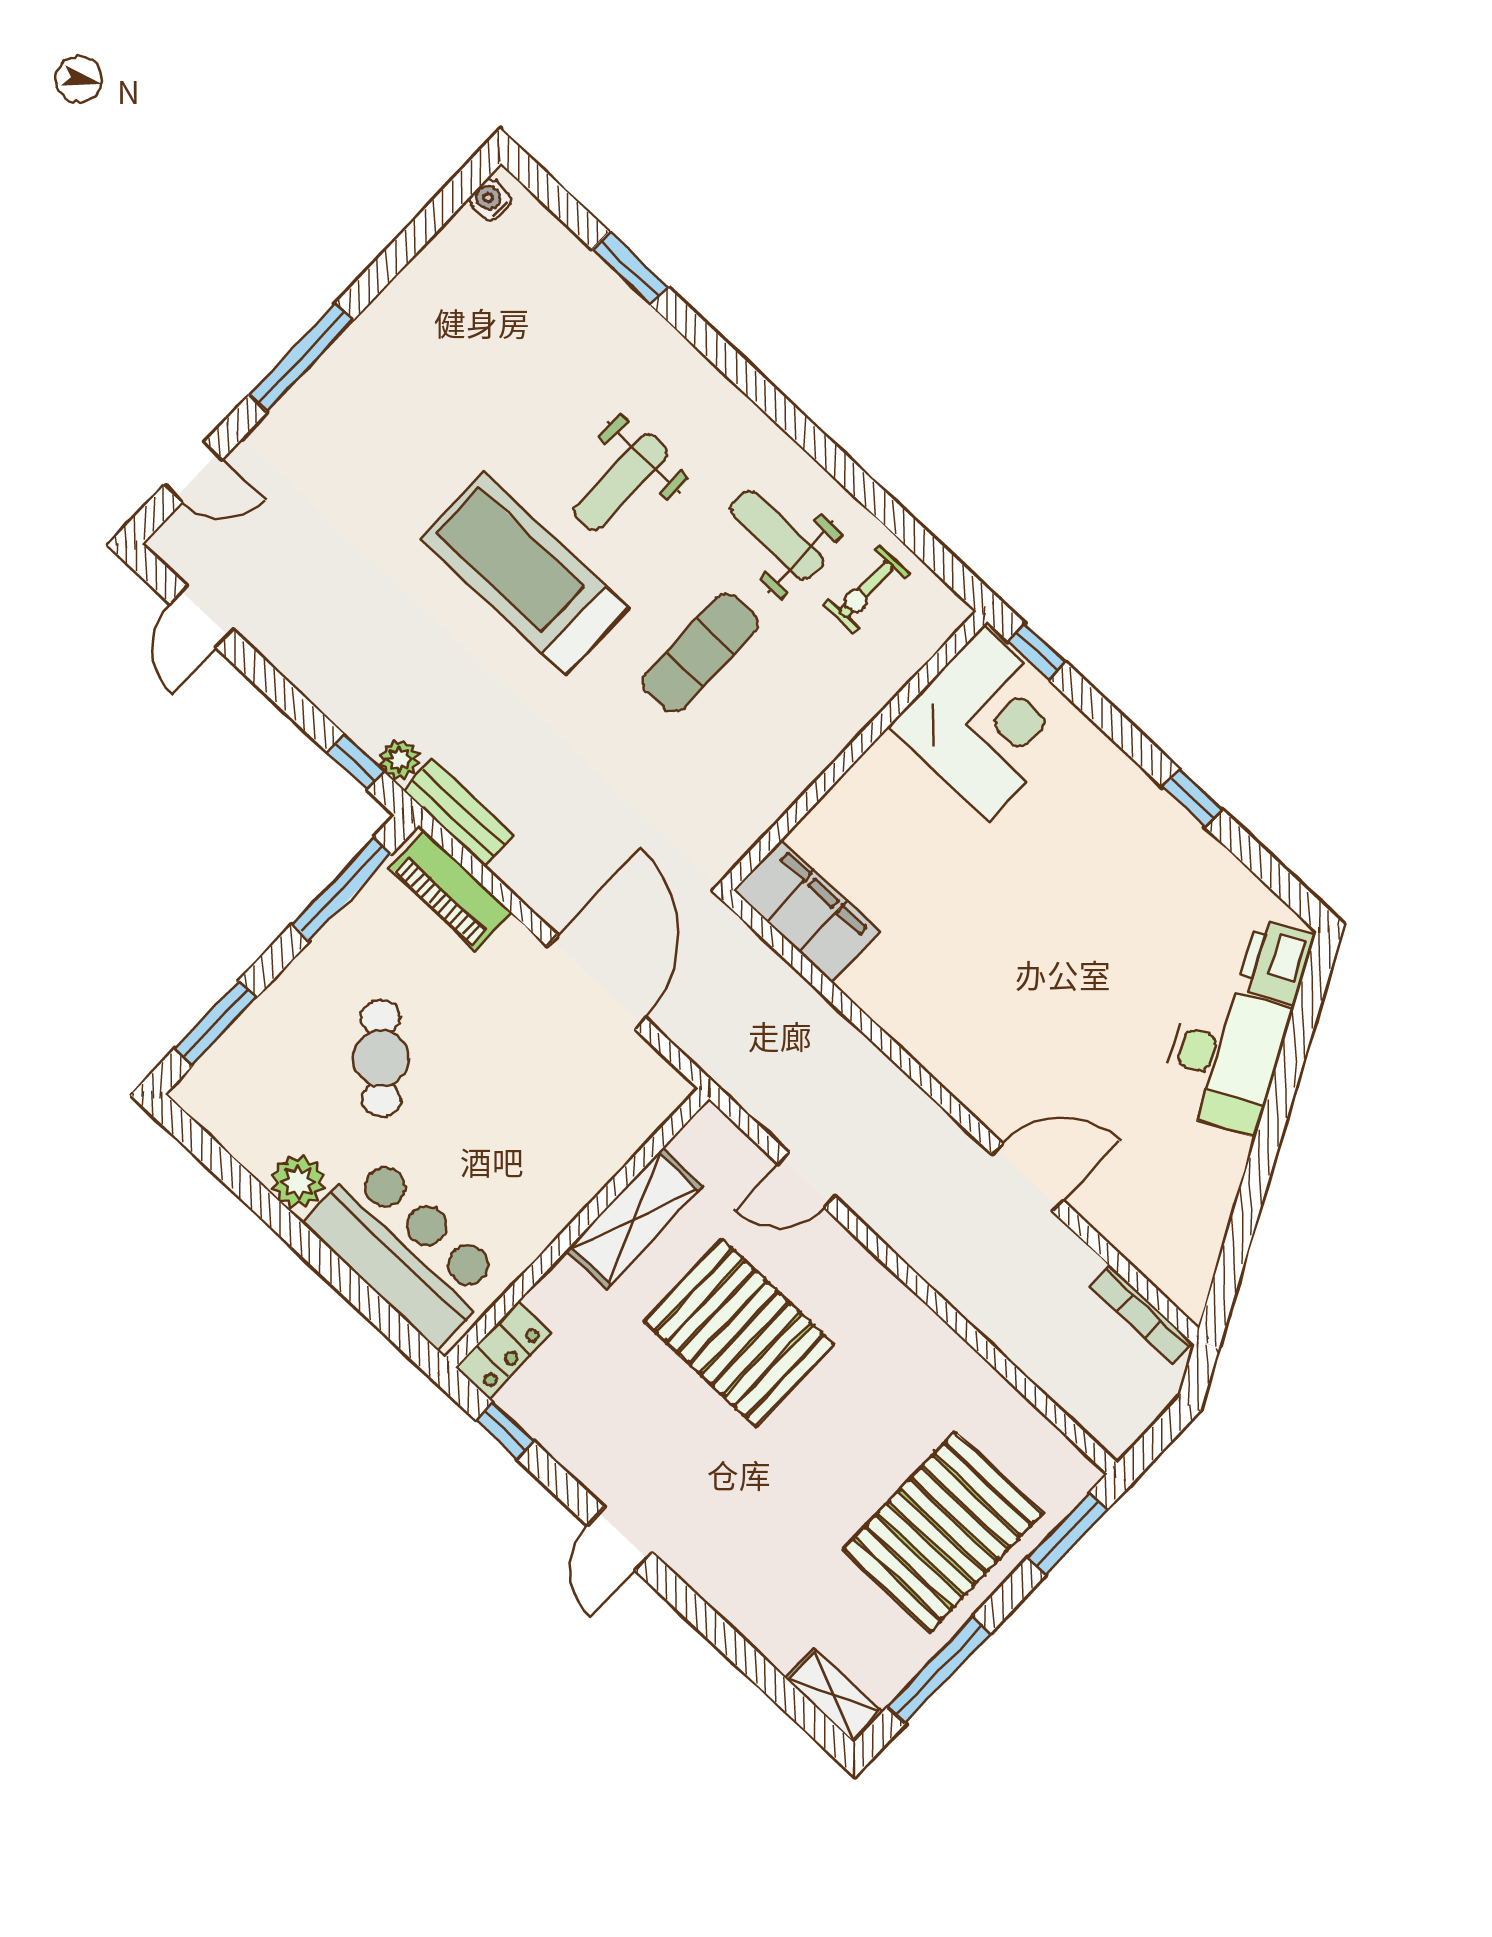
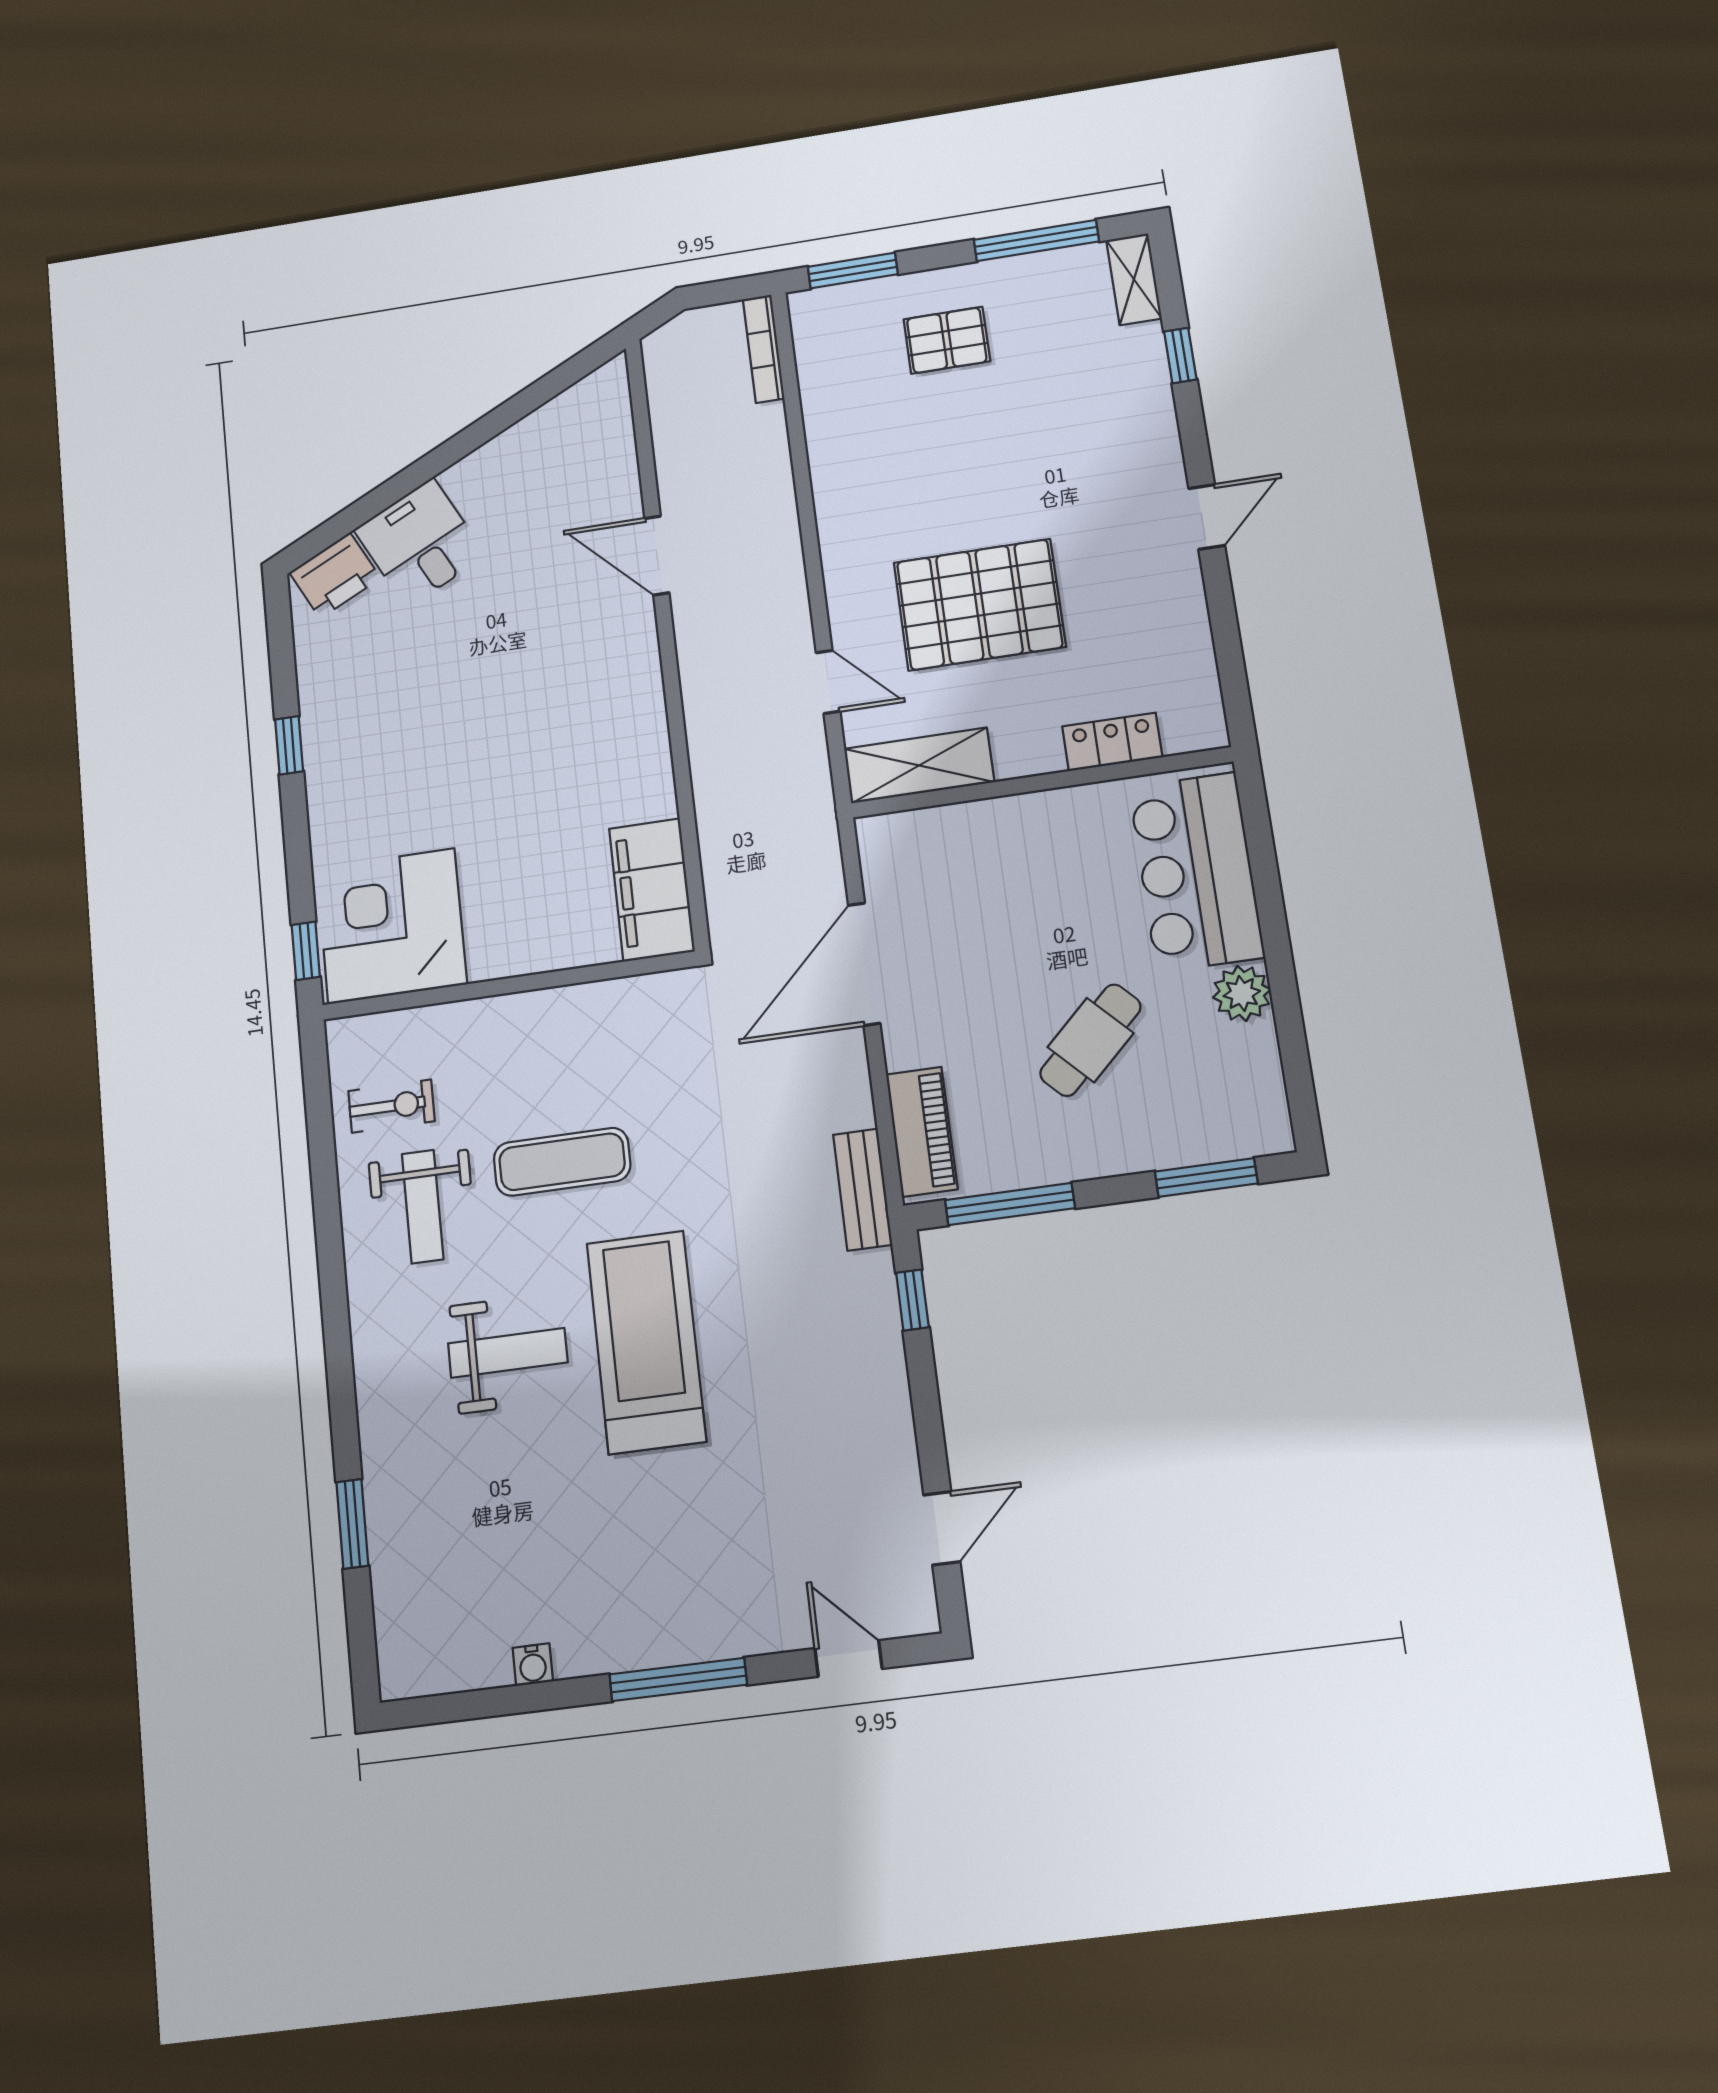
water cooler: (490, 200) -> (533, 1665), moved
treadmill: (525, 573) -> (646, 1342), turned 180
plant: (399, 760) -> (875, 1272), removed
desk: (1224, 1058) -> (420, 543), width x0.73
shelving: (634, 1218) -> (919, 765), moved
bookcase: (1141, 1314) -> (764, 349), moved, turned 180
pallet: (739, 1333) -> (979, 605), turned 90
locker: (503, 1350) -> (1112, 742), moved
window: (505, 1431) -> (1180, 356), moved
pallet: (943, 1531) -> (947, 340), width x0.49, depth x0.50

